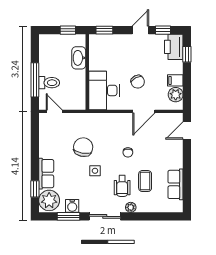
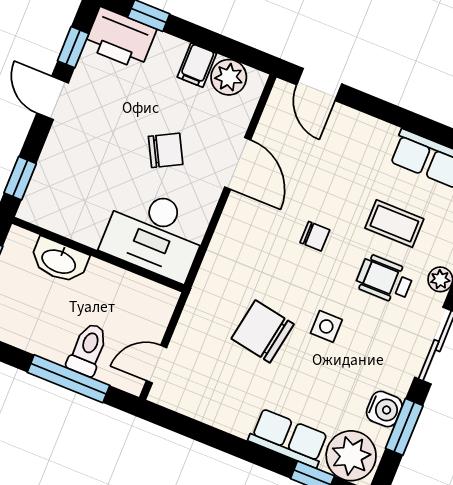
wheelchair: (122, 186) -> (385, 279), turned 180

